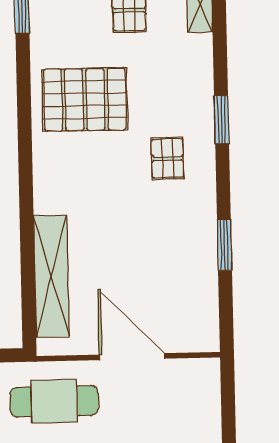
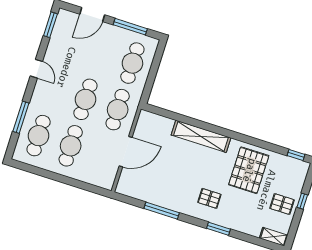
window: (224, 245) -> (162, 211), width x1.44
shelving: (51, 276) -> (201, 136), moved

